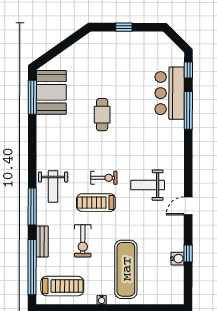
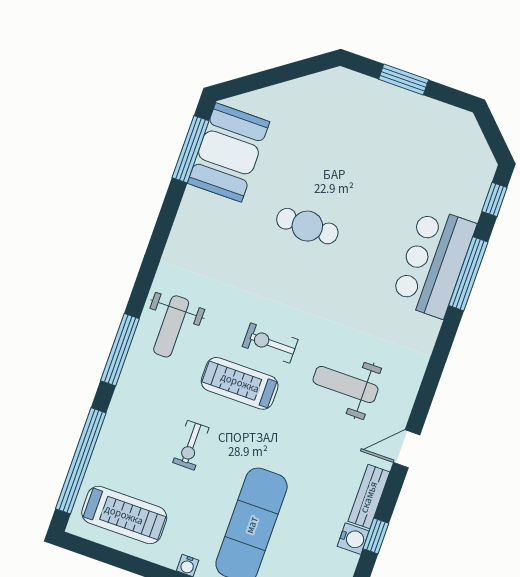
window: (124, 27) -> (404, 80), width x1.50
bar counter: (170, 93) -> (434, 262), moved
cafe table: (102, 115) -> (307, 226), turned 90
exercise bike: (104, 178) -> (270, 343), turned 180
bench: (42, 241) -> (369, 497), moved
exercise bike: (83, 241) -> (191, 445), width x0.73, depth x0.72

